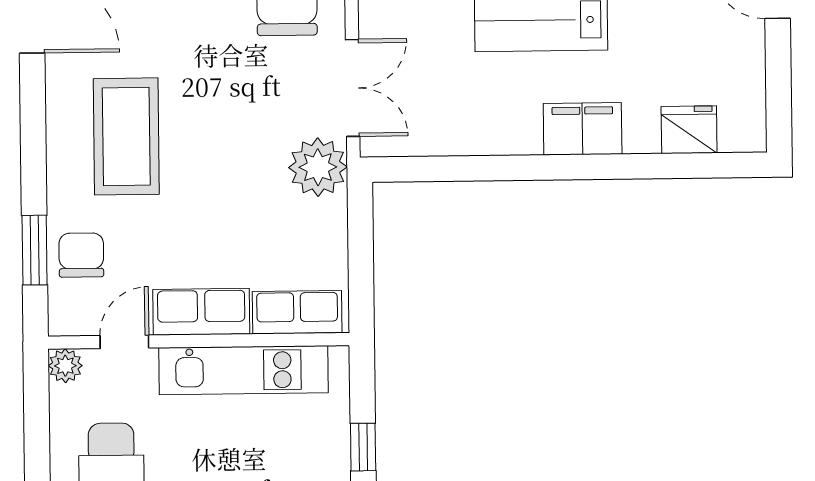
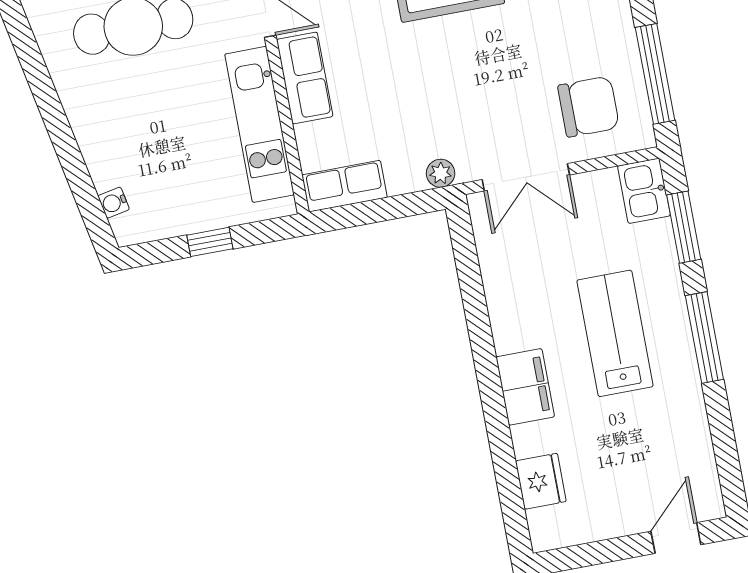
plant: (318, 167) -> (441, 173), width x0.53, depth x0.53
row of seats: (297, 312) -> (345, 186), moved, turned -90

